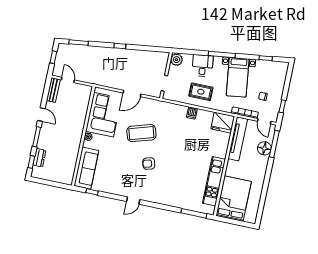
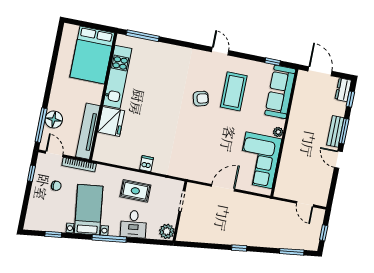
bench: (53, 90) -> (335, 131), moved
fridge: (223, 123) -> (111, 121), moved, turned 90
coffee table: (141, 133) -> (234, 91), moved, turned -73
dresser: (39, 158) -> (343, 90), moved
door: (55, 184) -> (320, 71), added
door: (133, 201) -> (220, 51), hinge flipped

